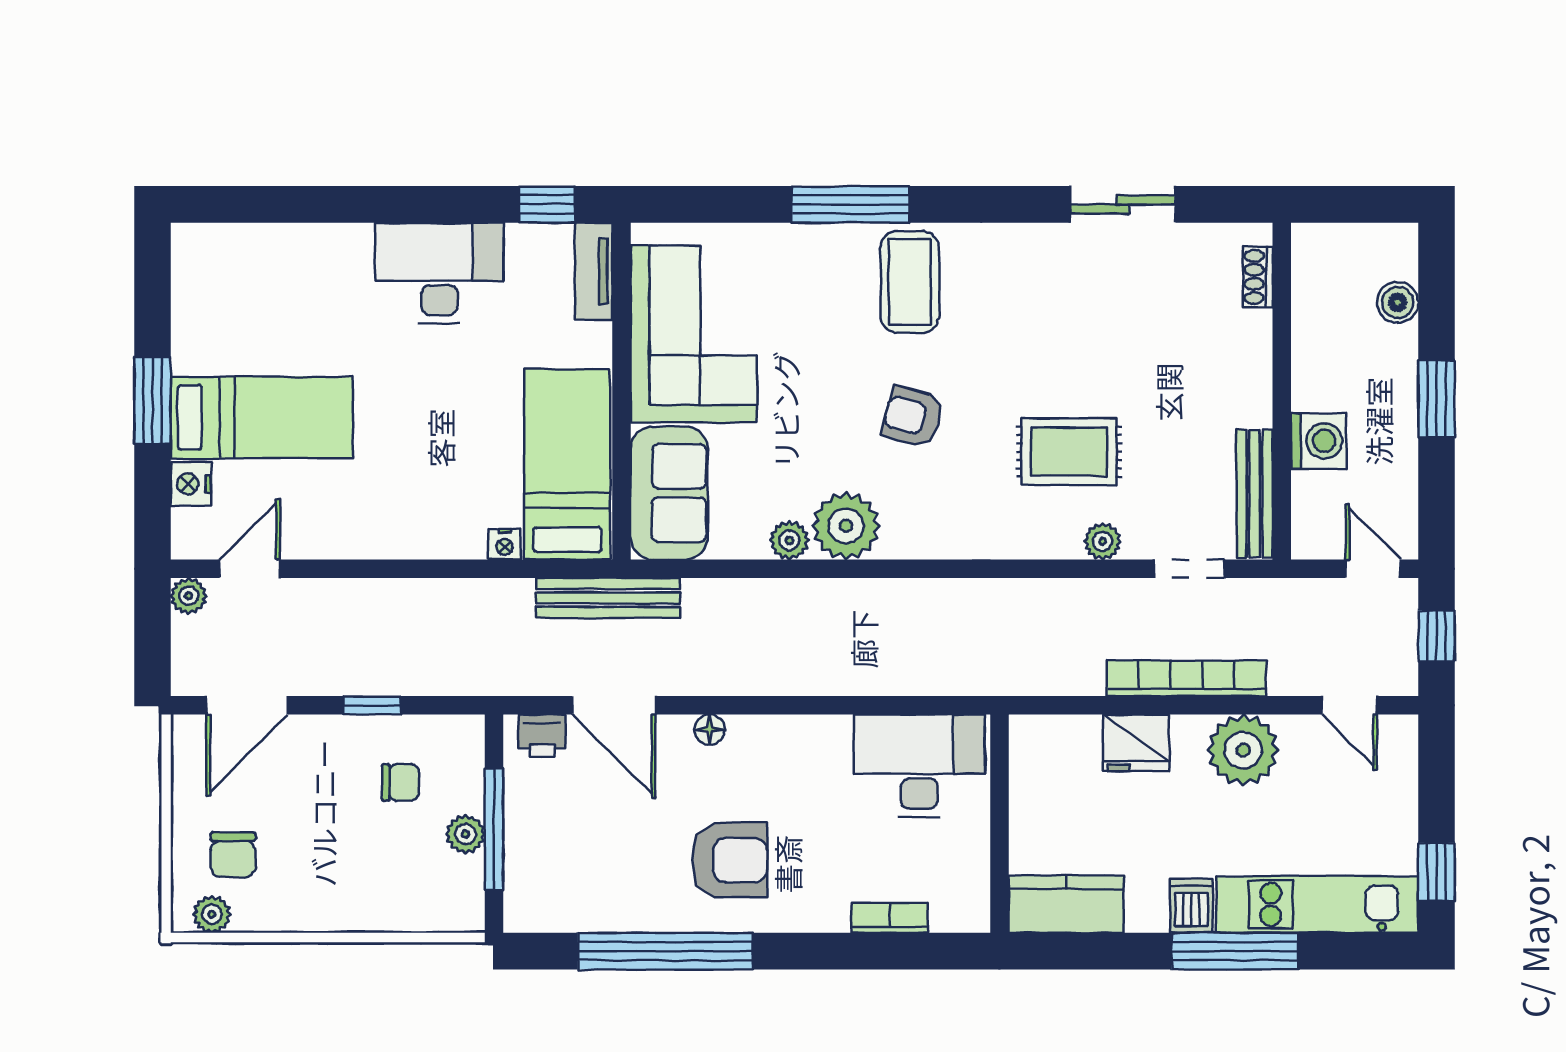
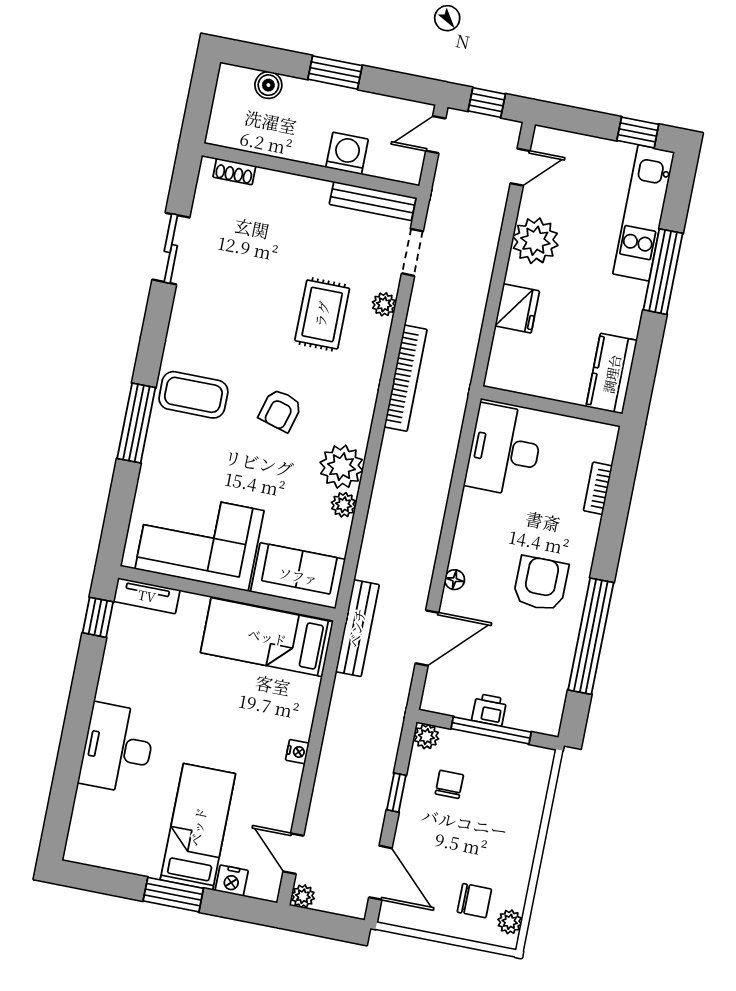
desk: (439, 273) -> (117, 748), moved
nightstand: (505, 544) -> (297, 752), moved
bookcase: (1186, 678) -> (406, 378), moved, turned 180
printer: (542, 736) -> (489, 710), moved, turned -90
plant: (466, 834) -> (426, 736), moved
dishwasher: (1191, 906) -> (628, 294), removed

